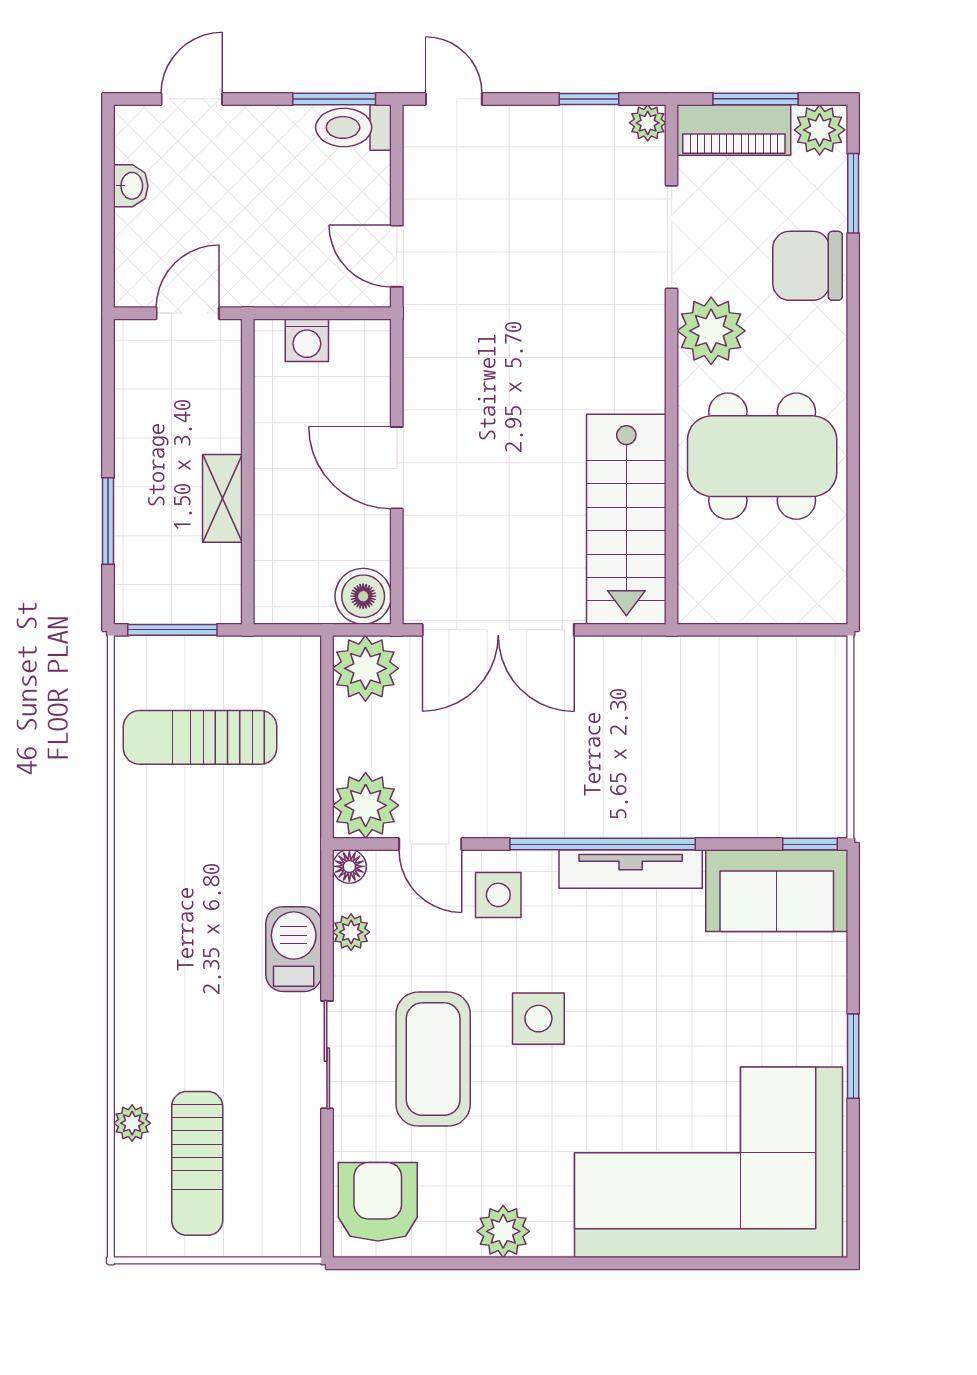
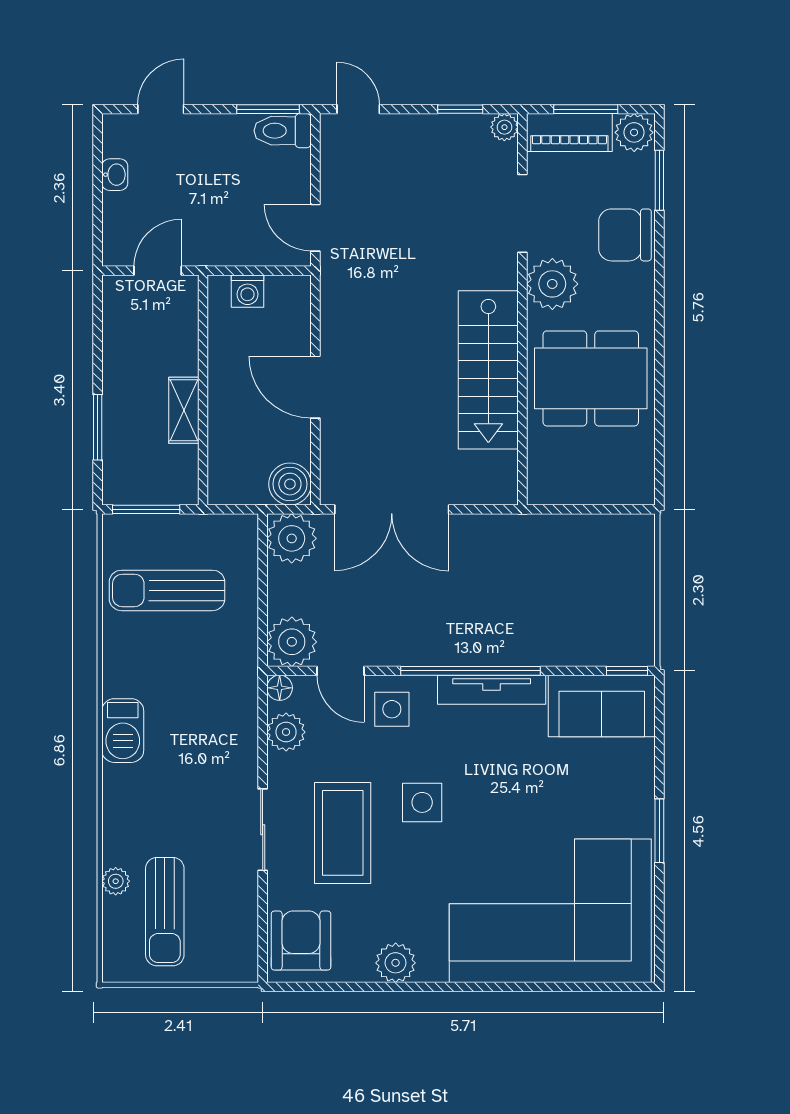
stairs: (626, 519) -> (488, 370), moved
plant: (351, 932) -> (286, 732), width x1.38, depth x1.38
barbecue: (294, 949) -> (123, 731), moved, turned 180

